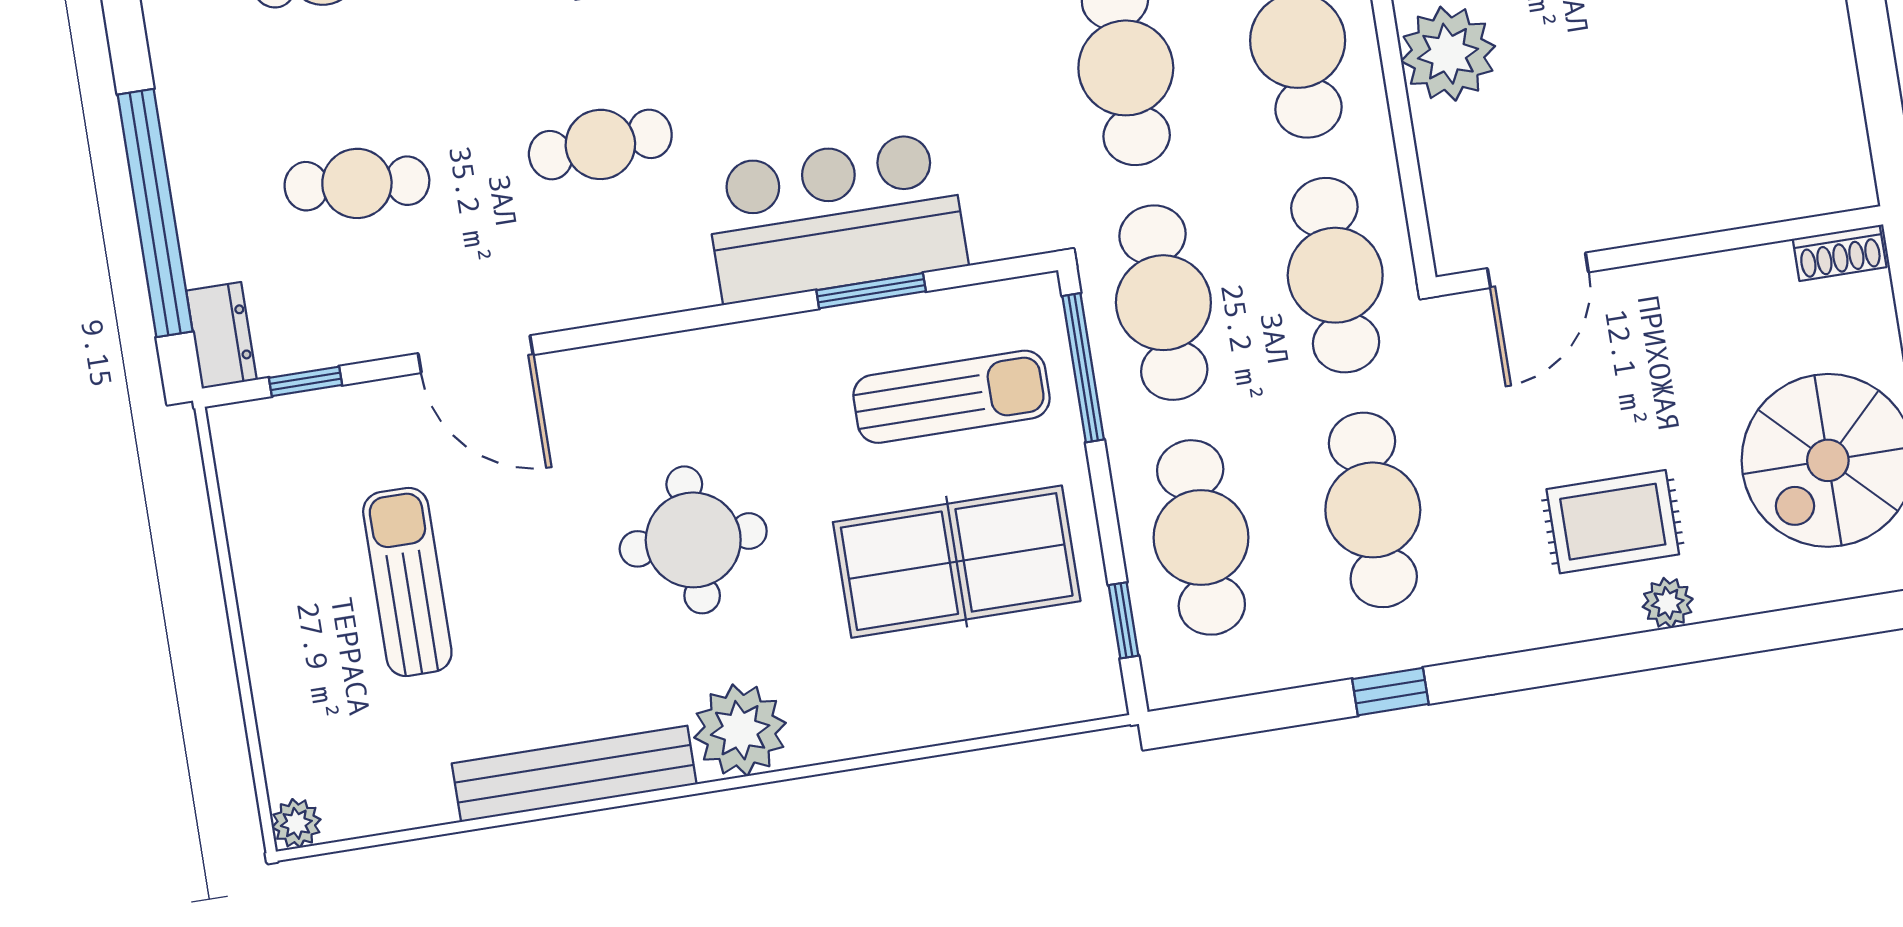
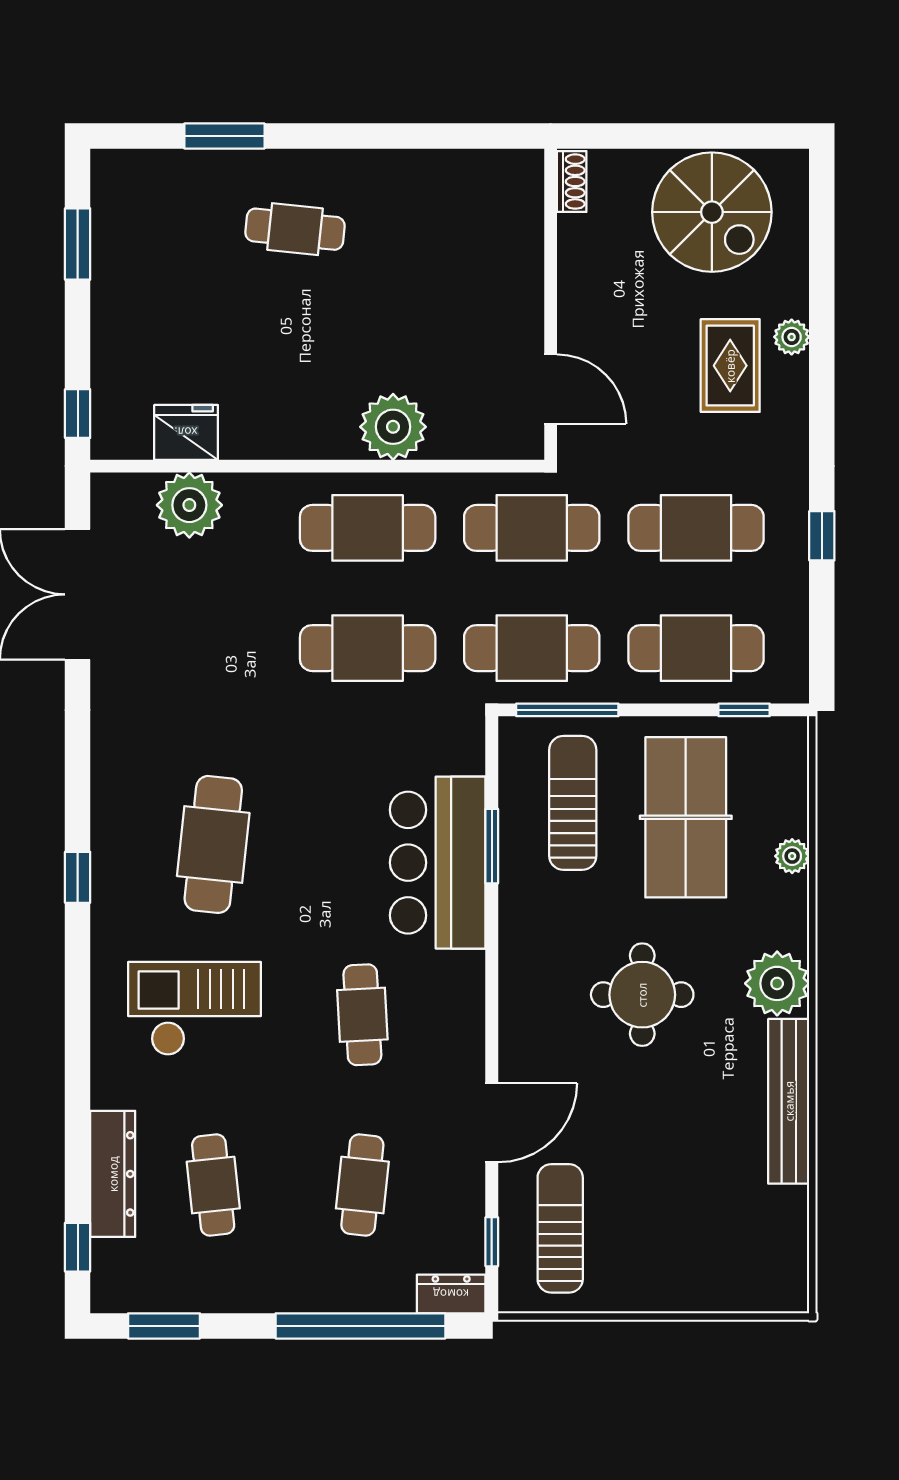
sun lounger: (407, 582) -> (560, 1228), moved, turned 90
plant: (296, 823) -> (792, 856), moved

